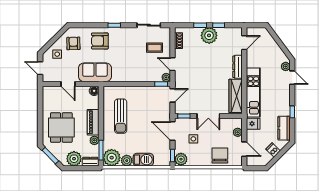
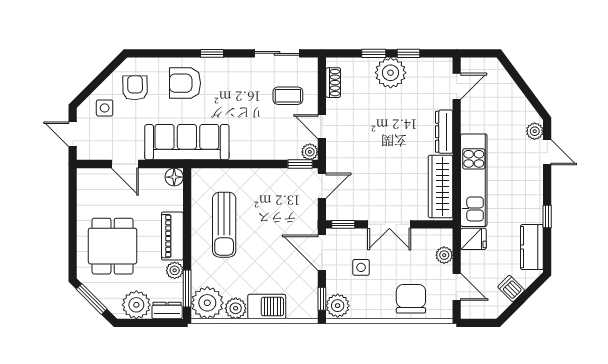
sofa: (95, 72) -> (187, 142), width x1.36

